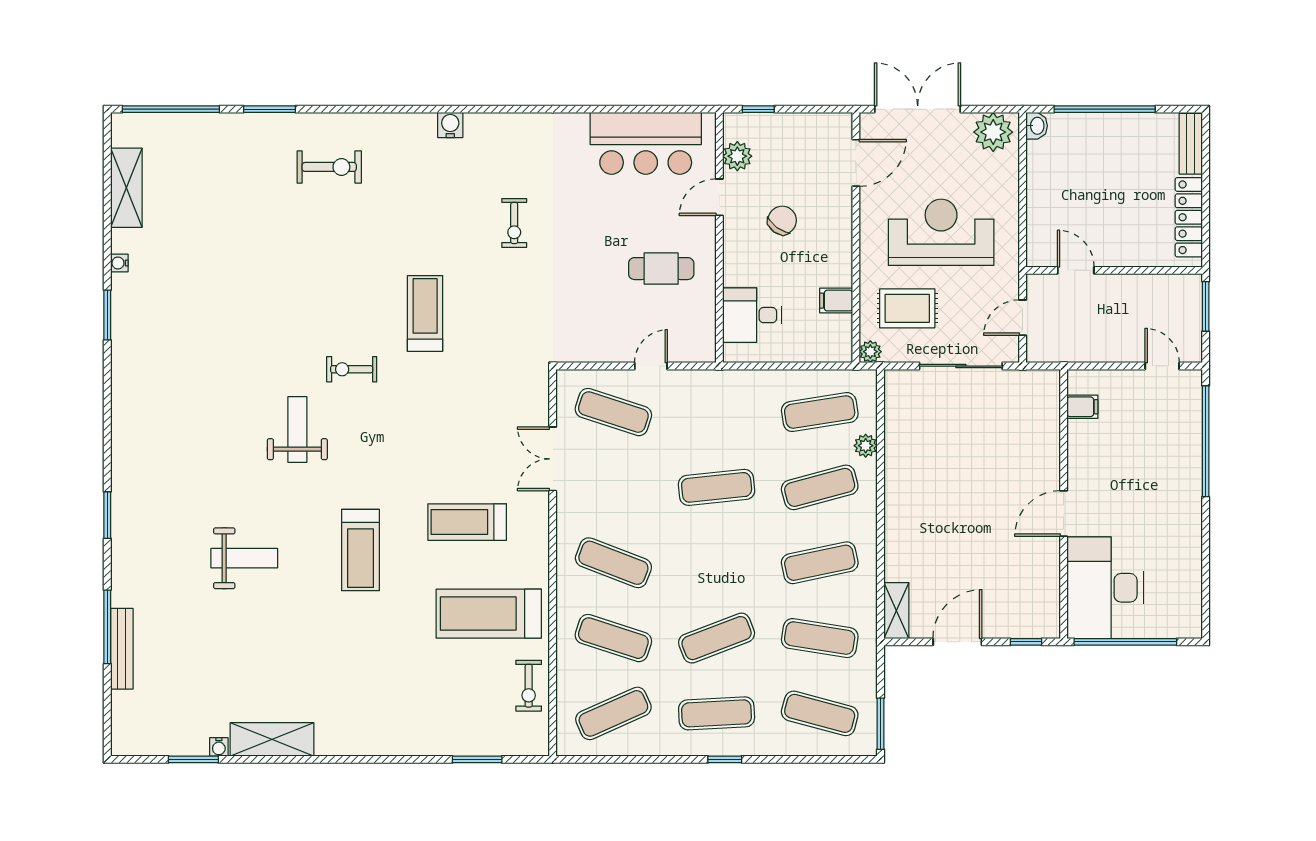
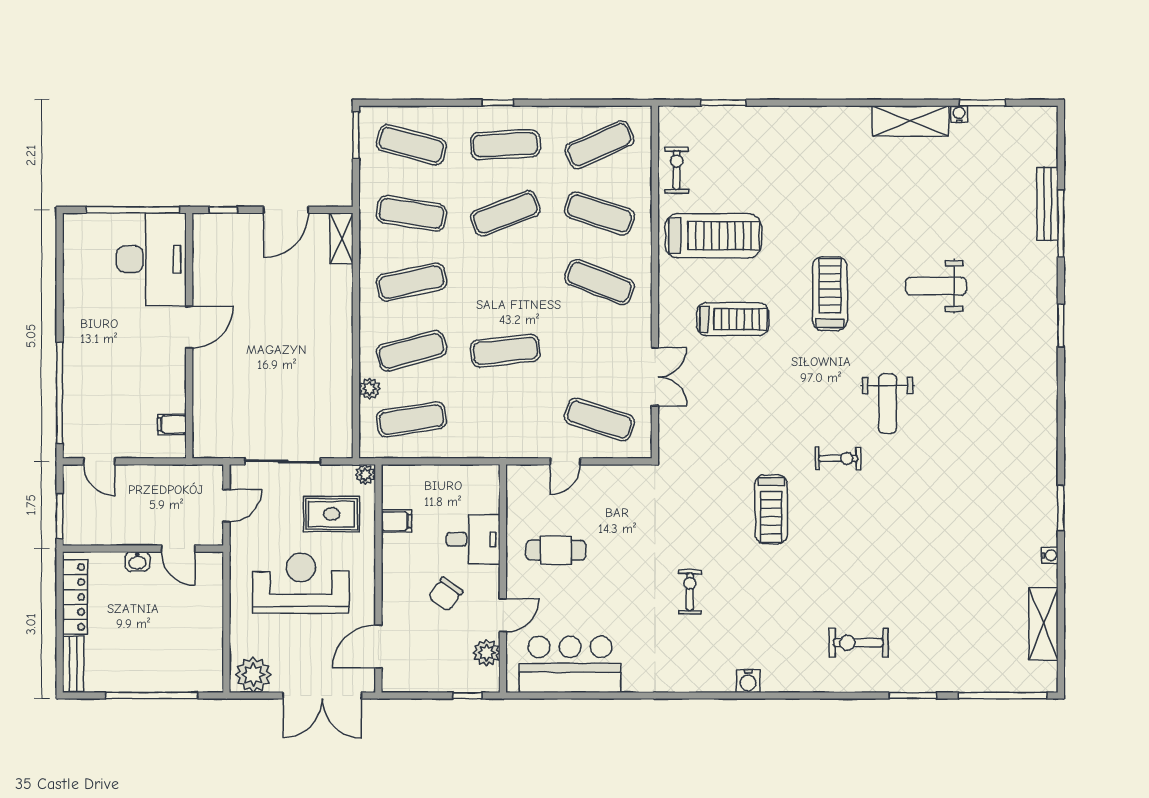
washbasin: (1037, 126) -> (137, 561), moved, turned -90
reception desk: (941, 232) -> (301, 583), turned 180
desk: (752, 315) -> (473, 539), moved

